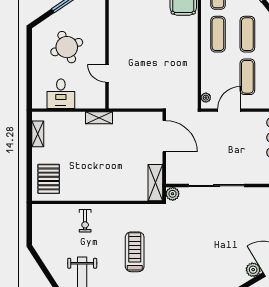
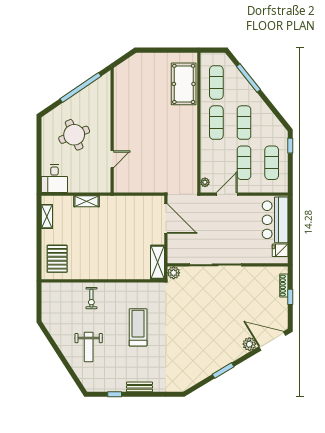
door: (107, 73) -> (112, 159), swing flipped
desk: (61, 94) -> (54, 179), moved
shelving: (99, 118) -> (87, 201), moved

